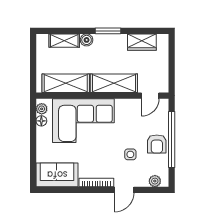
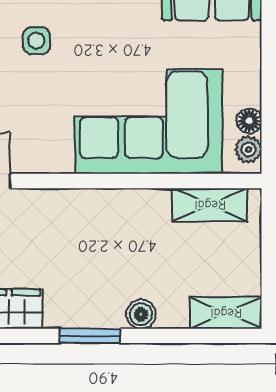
shelving: (64, 41) -> (226, 313), moved
shelving: (66, 83) -> (210, 205), width x0.67, depth x0.75
shelving: (114, 83) -> (76, 211), removed

